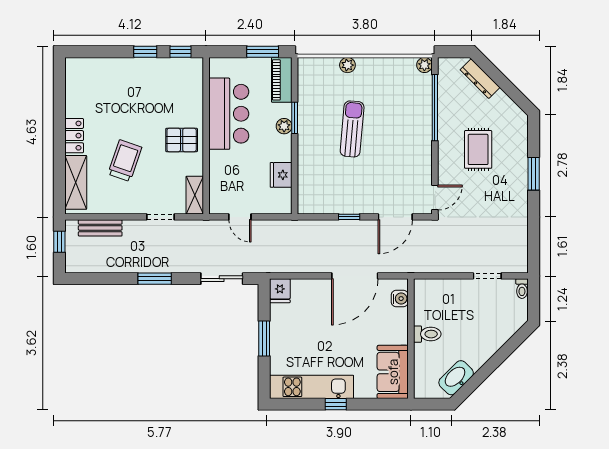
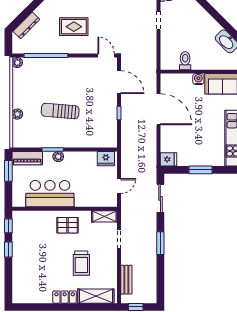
pallet: (182, 140) -> (68, 225), turned 90
trolley: (125, 161) -> (81, 263), turned -109
fridge: (281, 175) -> (106, 159), moved
water cooler: (400, 299) -> (198, 79), moved
toilet: (427, 334) -> (185, 61), moved

